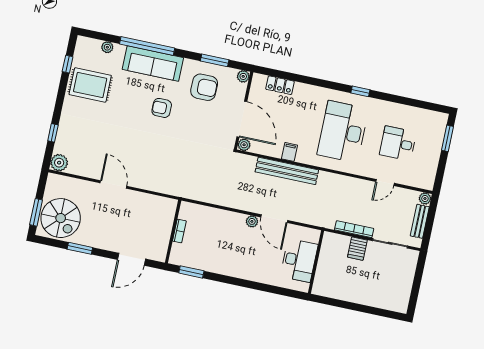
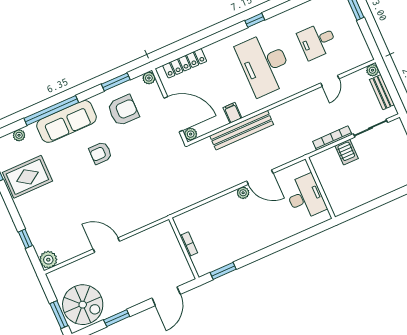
locker: (280, 85) -> (185, 63), width x1.53

